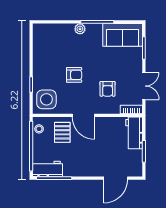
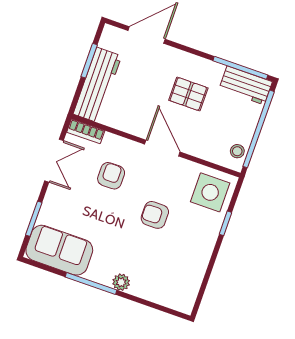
double door: (144, 86) -> (54, 161), swing flipped
pallet: (62, 132) -> (188, 94), moved, turned 90
workbench: (134, 133) -> (97, 85), width x1.38

